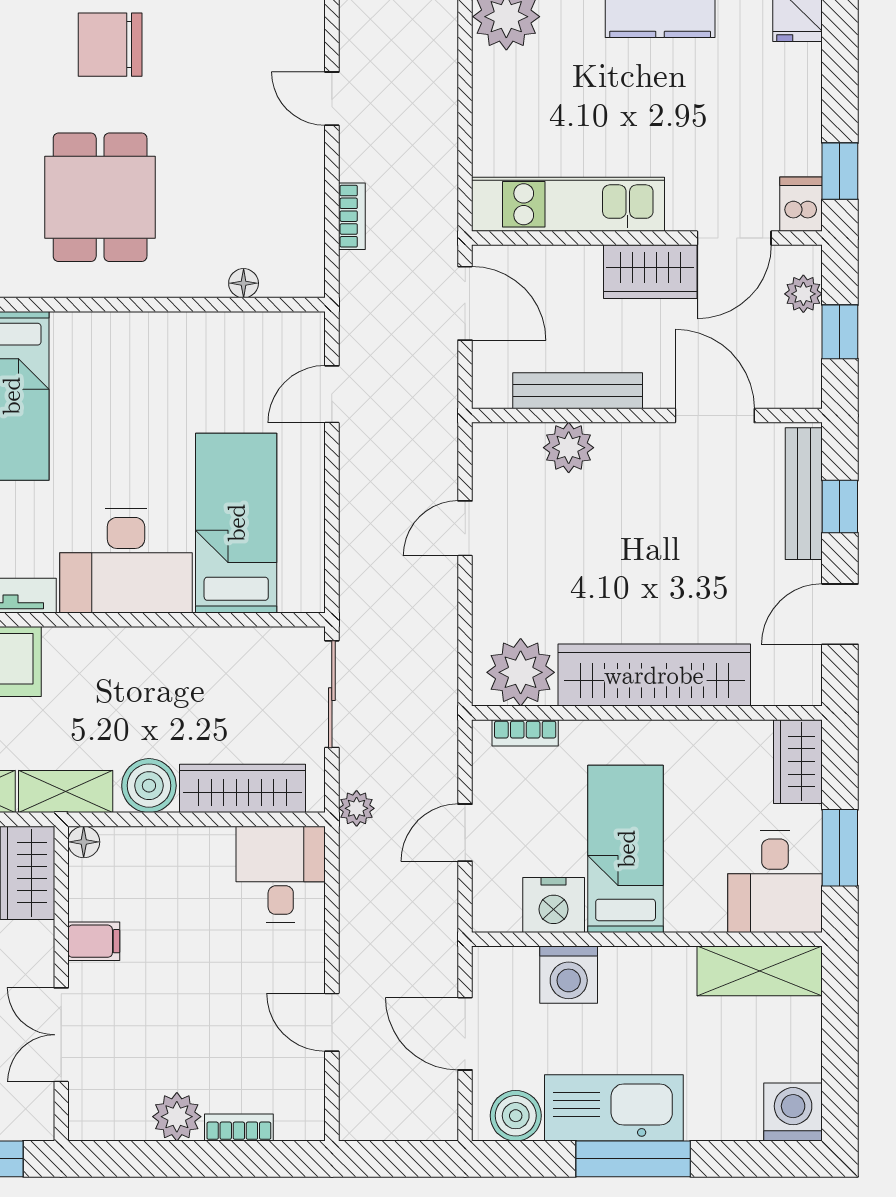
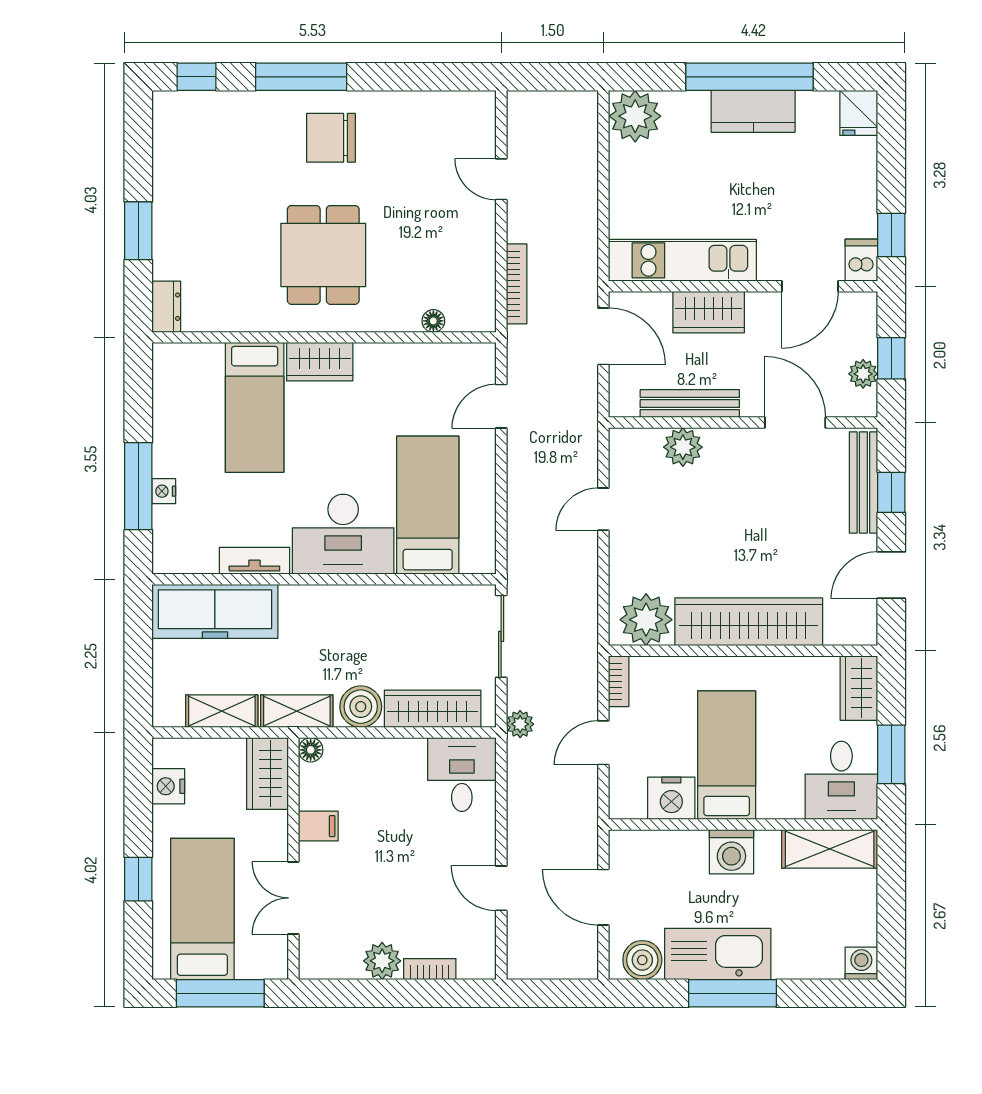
bookcase: (352, 216) -> (517, 284), width x1.56
wardrobe: (650, 272) -> (709, 312), moved
plant: (803, 294) -> (863, 374), moved
wardrobe: (96, 336) -> (320, 362), added
bookcase: (525, 733) -> (619, 681), moved, turned -90
washing machine: (569, 975) -> (731, 852), moved
washing machine: (793, 1112) -> (861, 963), width x0.73, depth x0.73

